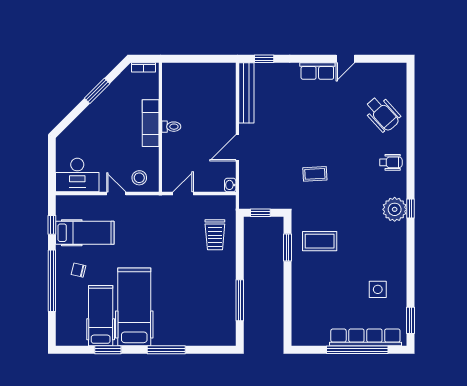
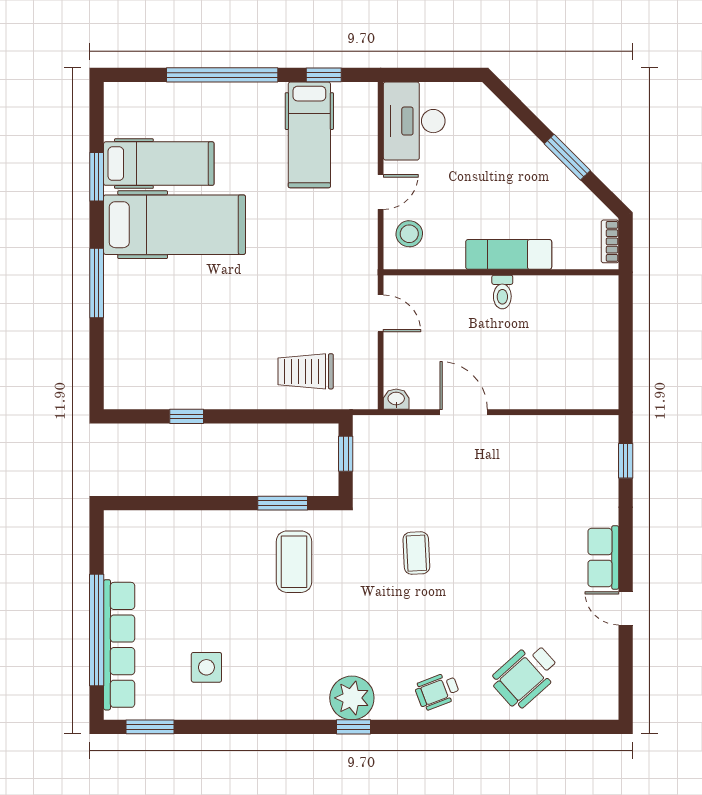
bench: (246, 93) -> (564, 429), removed
wheelchair: (391, 162) -> (437, 691), turned 69
chair: (78, 270) -> (241, 123), removed
window: (240, 300) -> (187, 416), width x0.46

